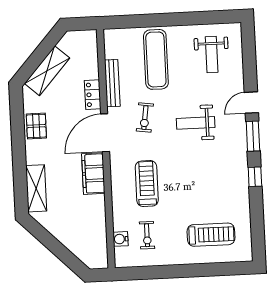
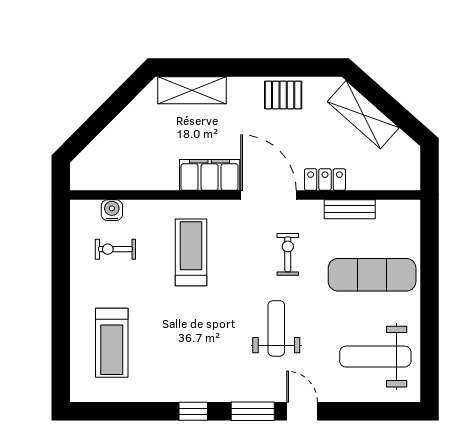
weight bench: (212, 54) -> (375, 357), width x1.36, depth x1.33
bench: (112, 83) -> (350, 209), width x0.73
exercise bike: (145, 118) -> (288, 254), turned 82
treadmill: (147, 184) -> (191, 252), turned -90

